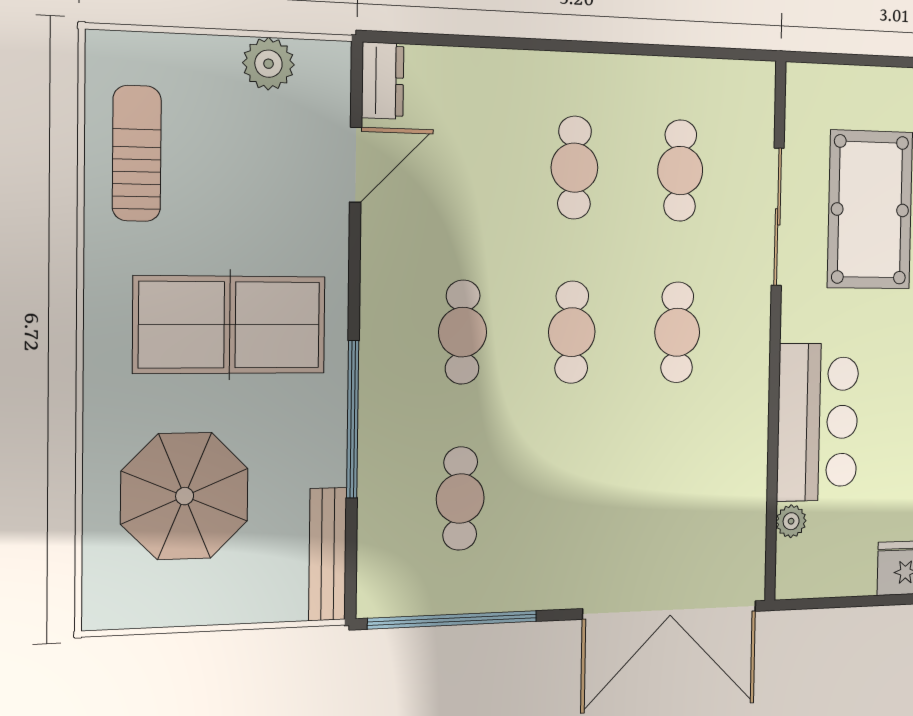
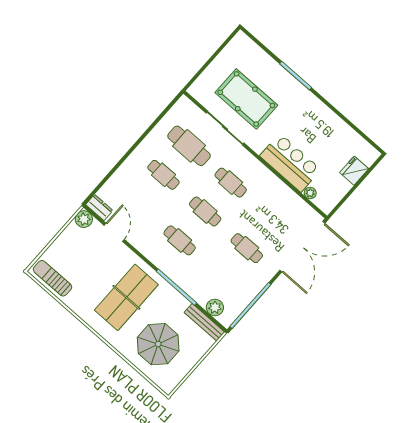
plant: (268, 64) -> (84, 219), moved
sun lounger: (137, 153) -> (53, 278), moved
cafe table: (680, 171) -> (189, 146), width x1.37, depth x1.35
cafe table: (460, 499) -> (247, 248), moved
plant: (381, 547) -> (215, 308), added

